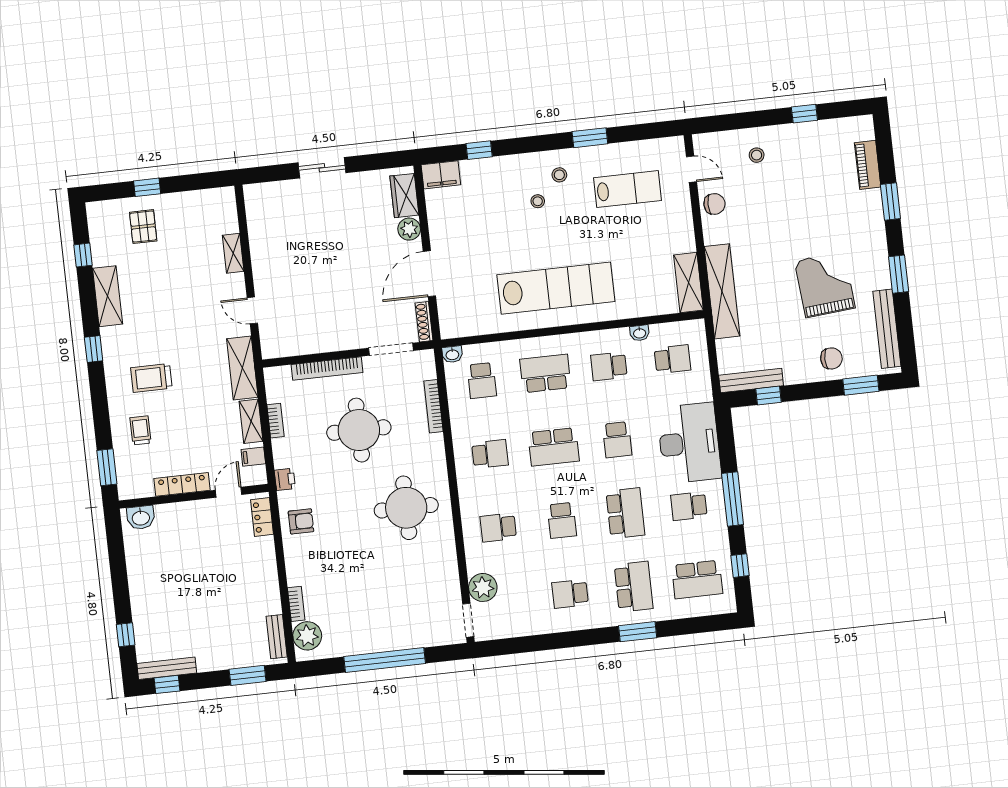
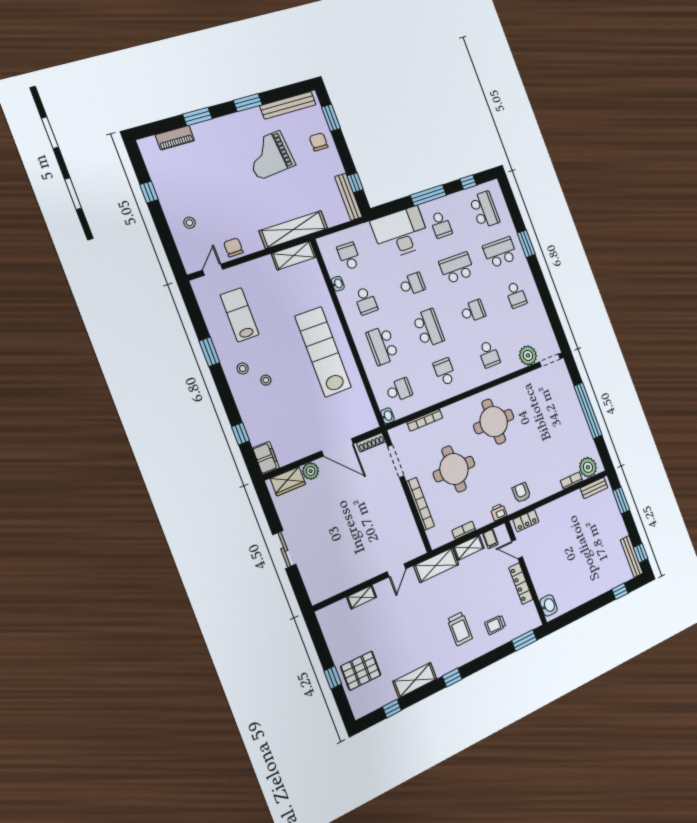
pallet: (143, 227) -> (361, 671), width x1.50, depth x1.42

